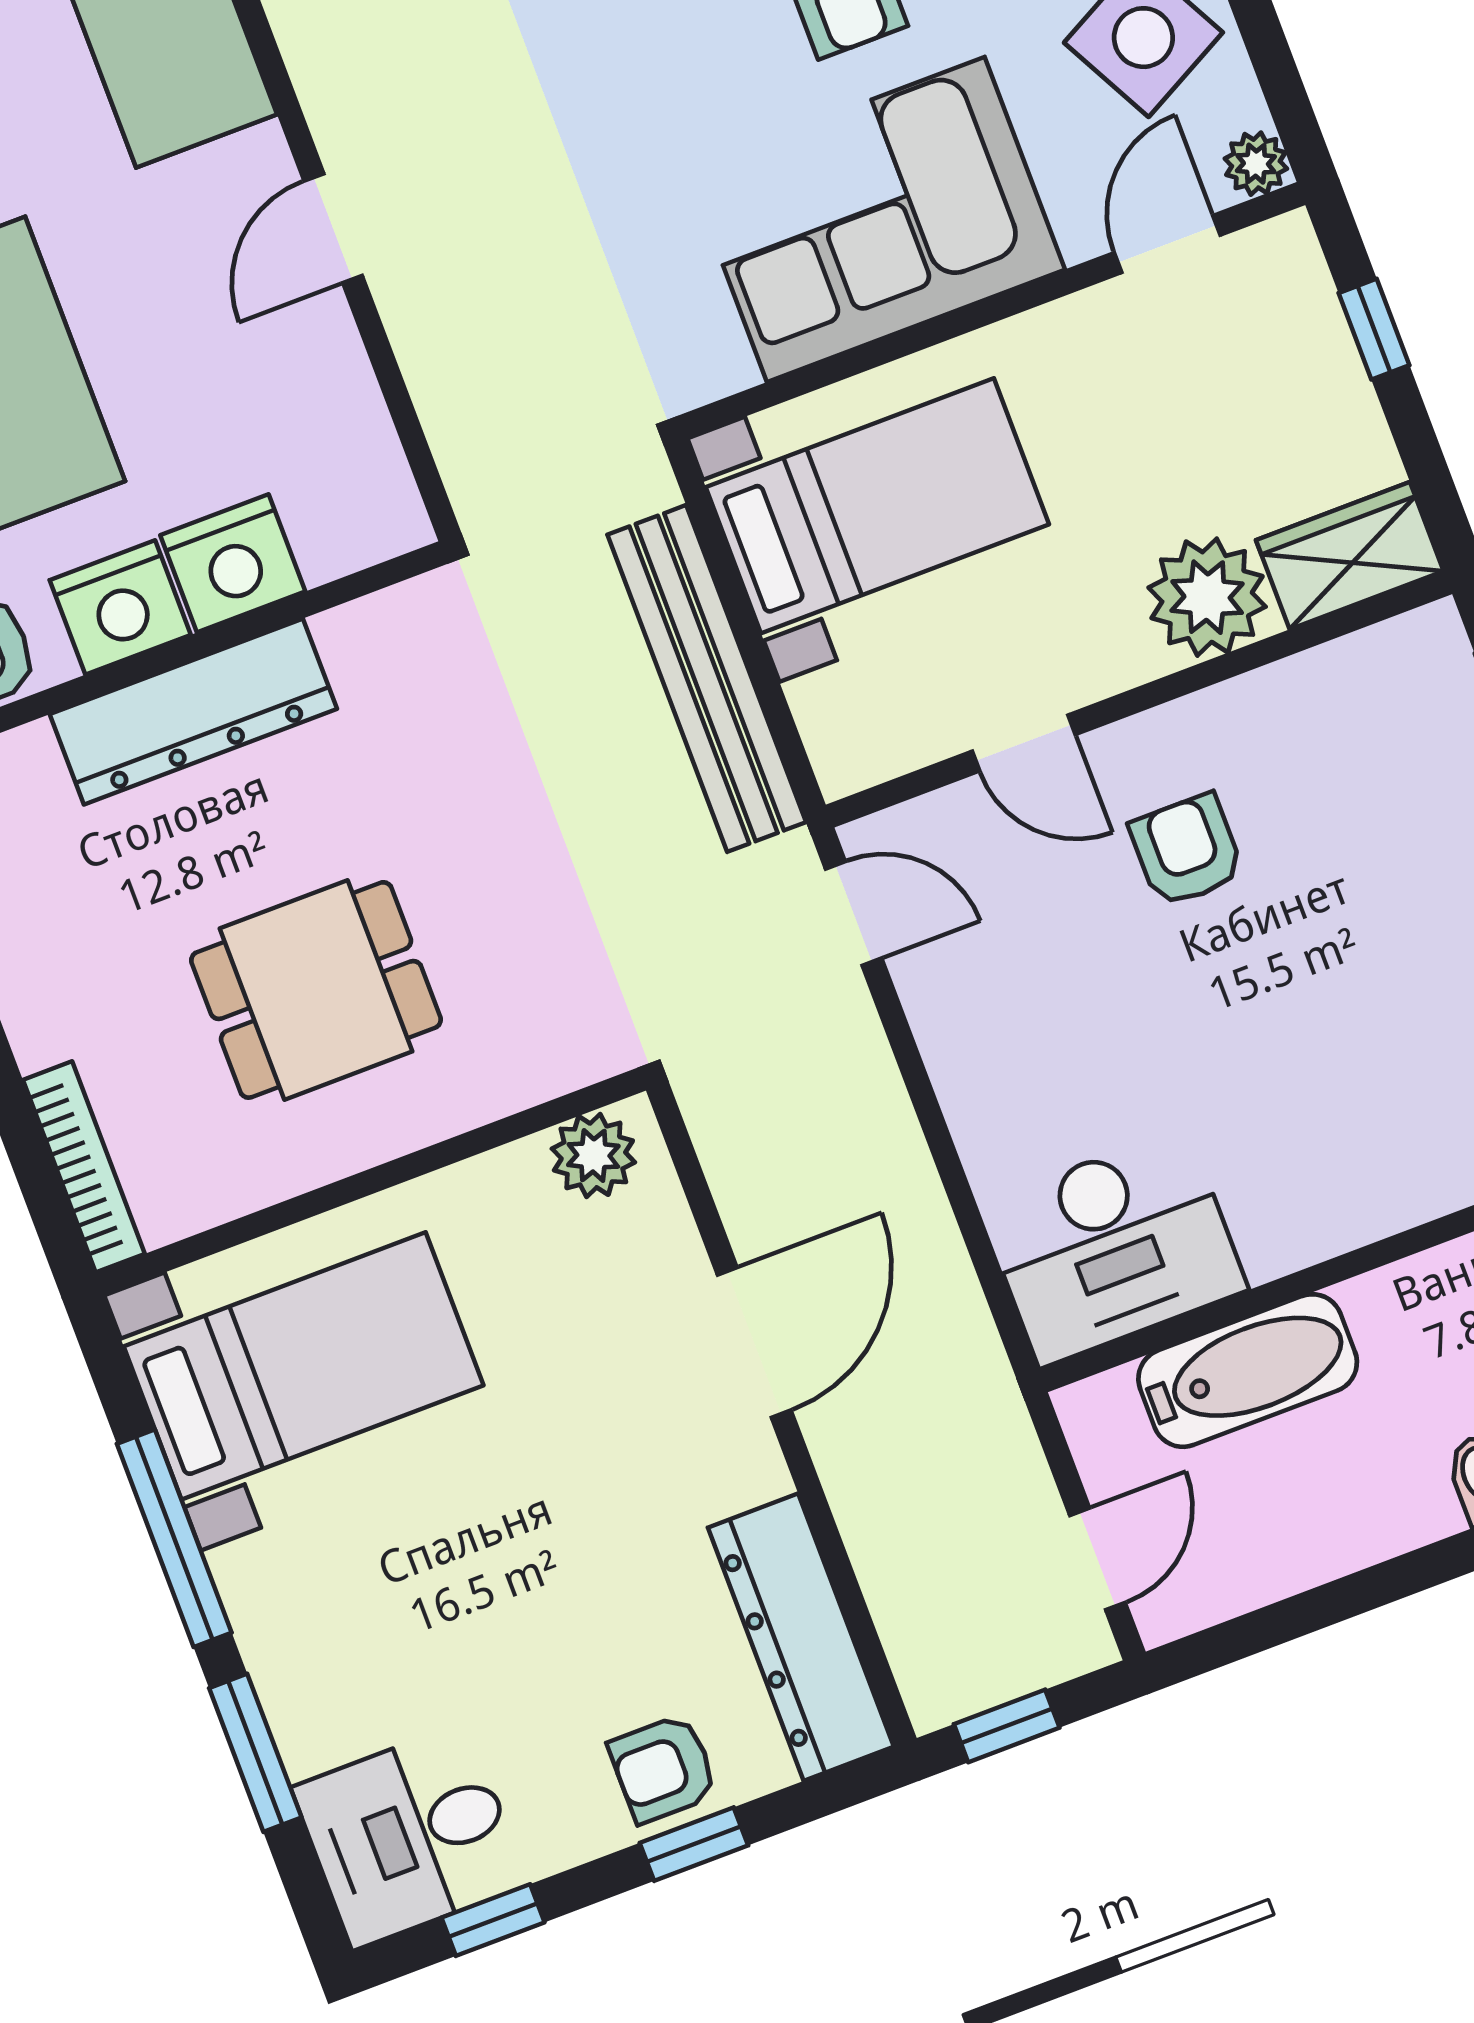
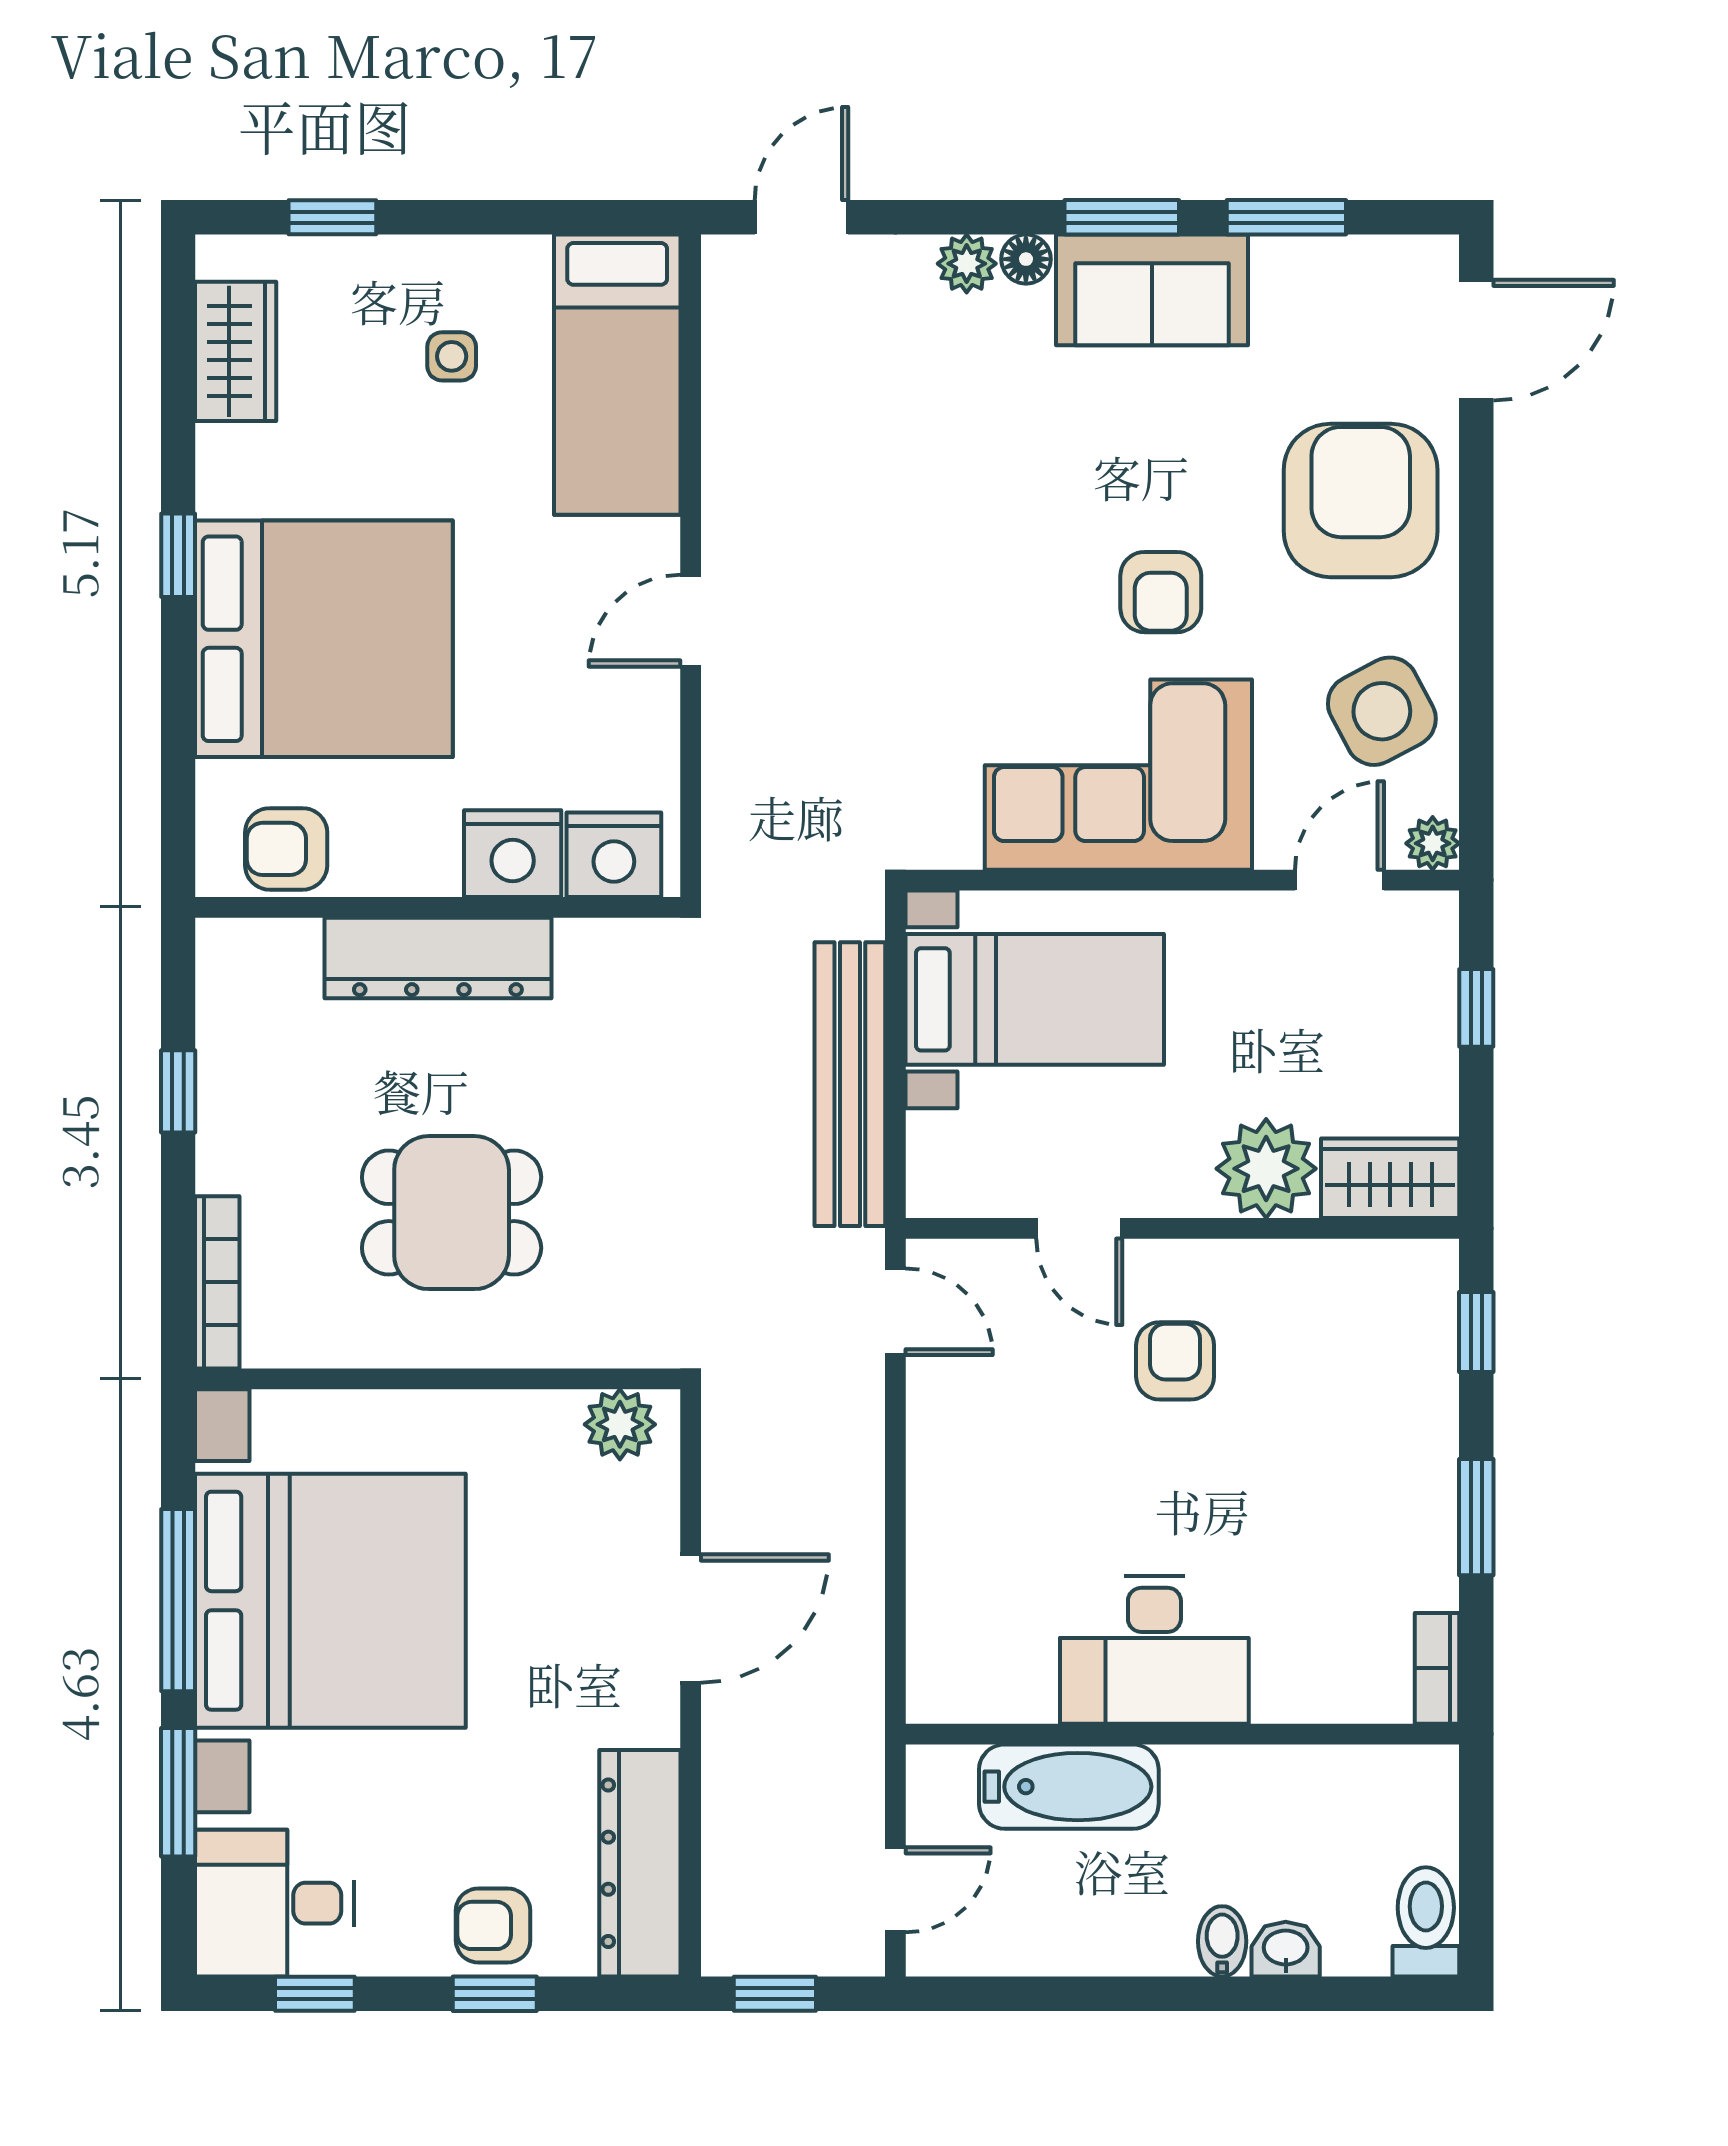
nightstand: (120, 607) -> (614, 855), moved
desk: (1113, 1247) -> (1154, 1650), moved
bed with nightstands: (304, 1366) -> (330, 1601), width x1.85

